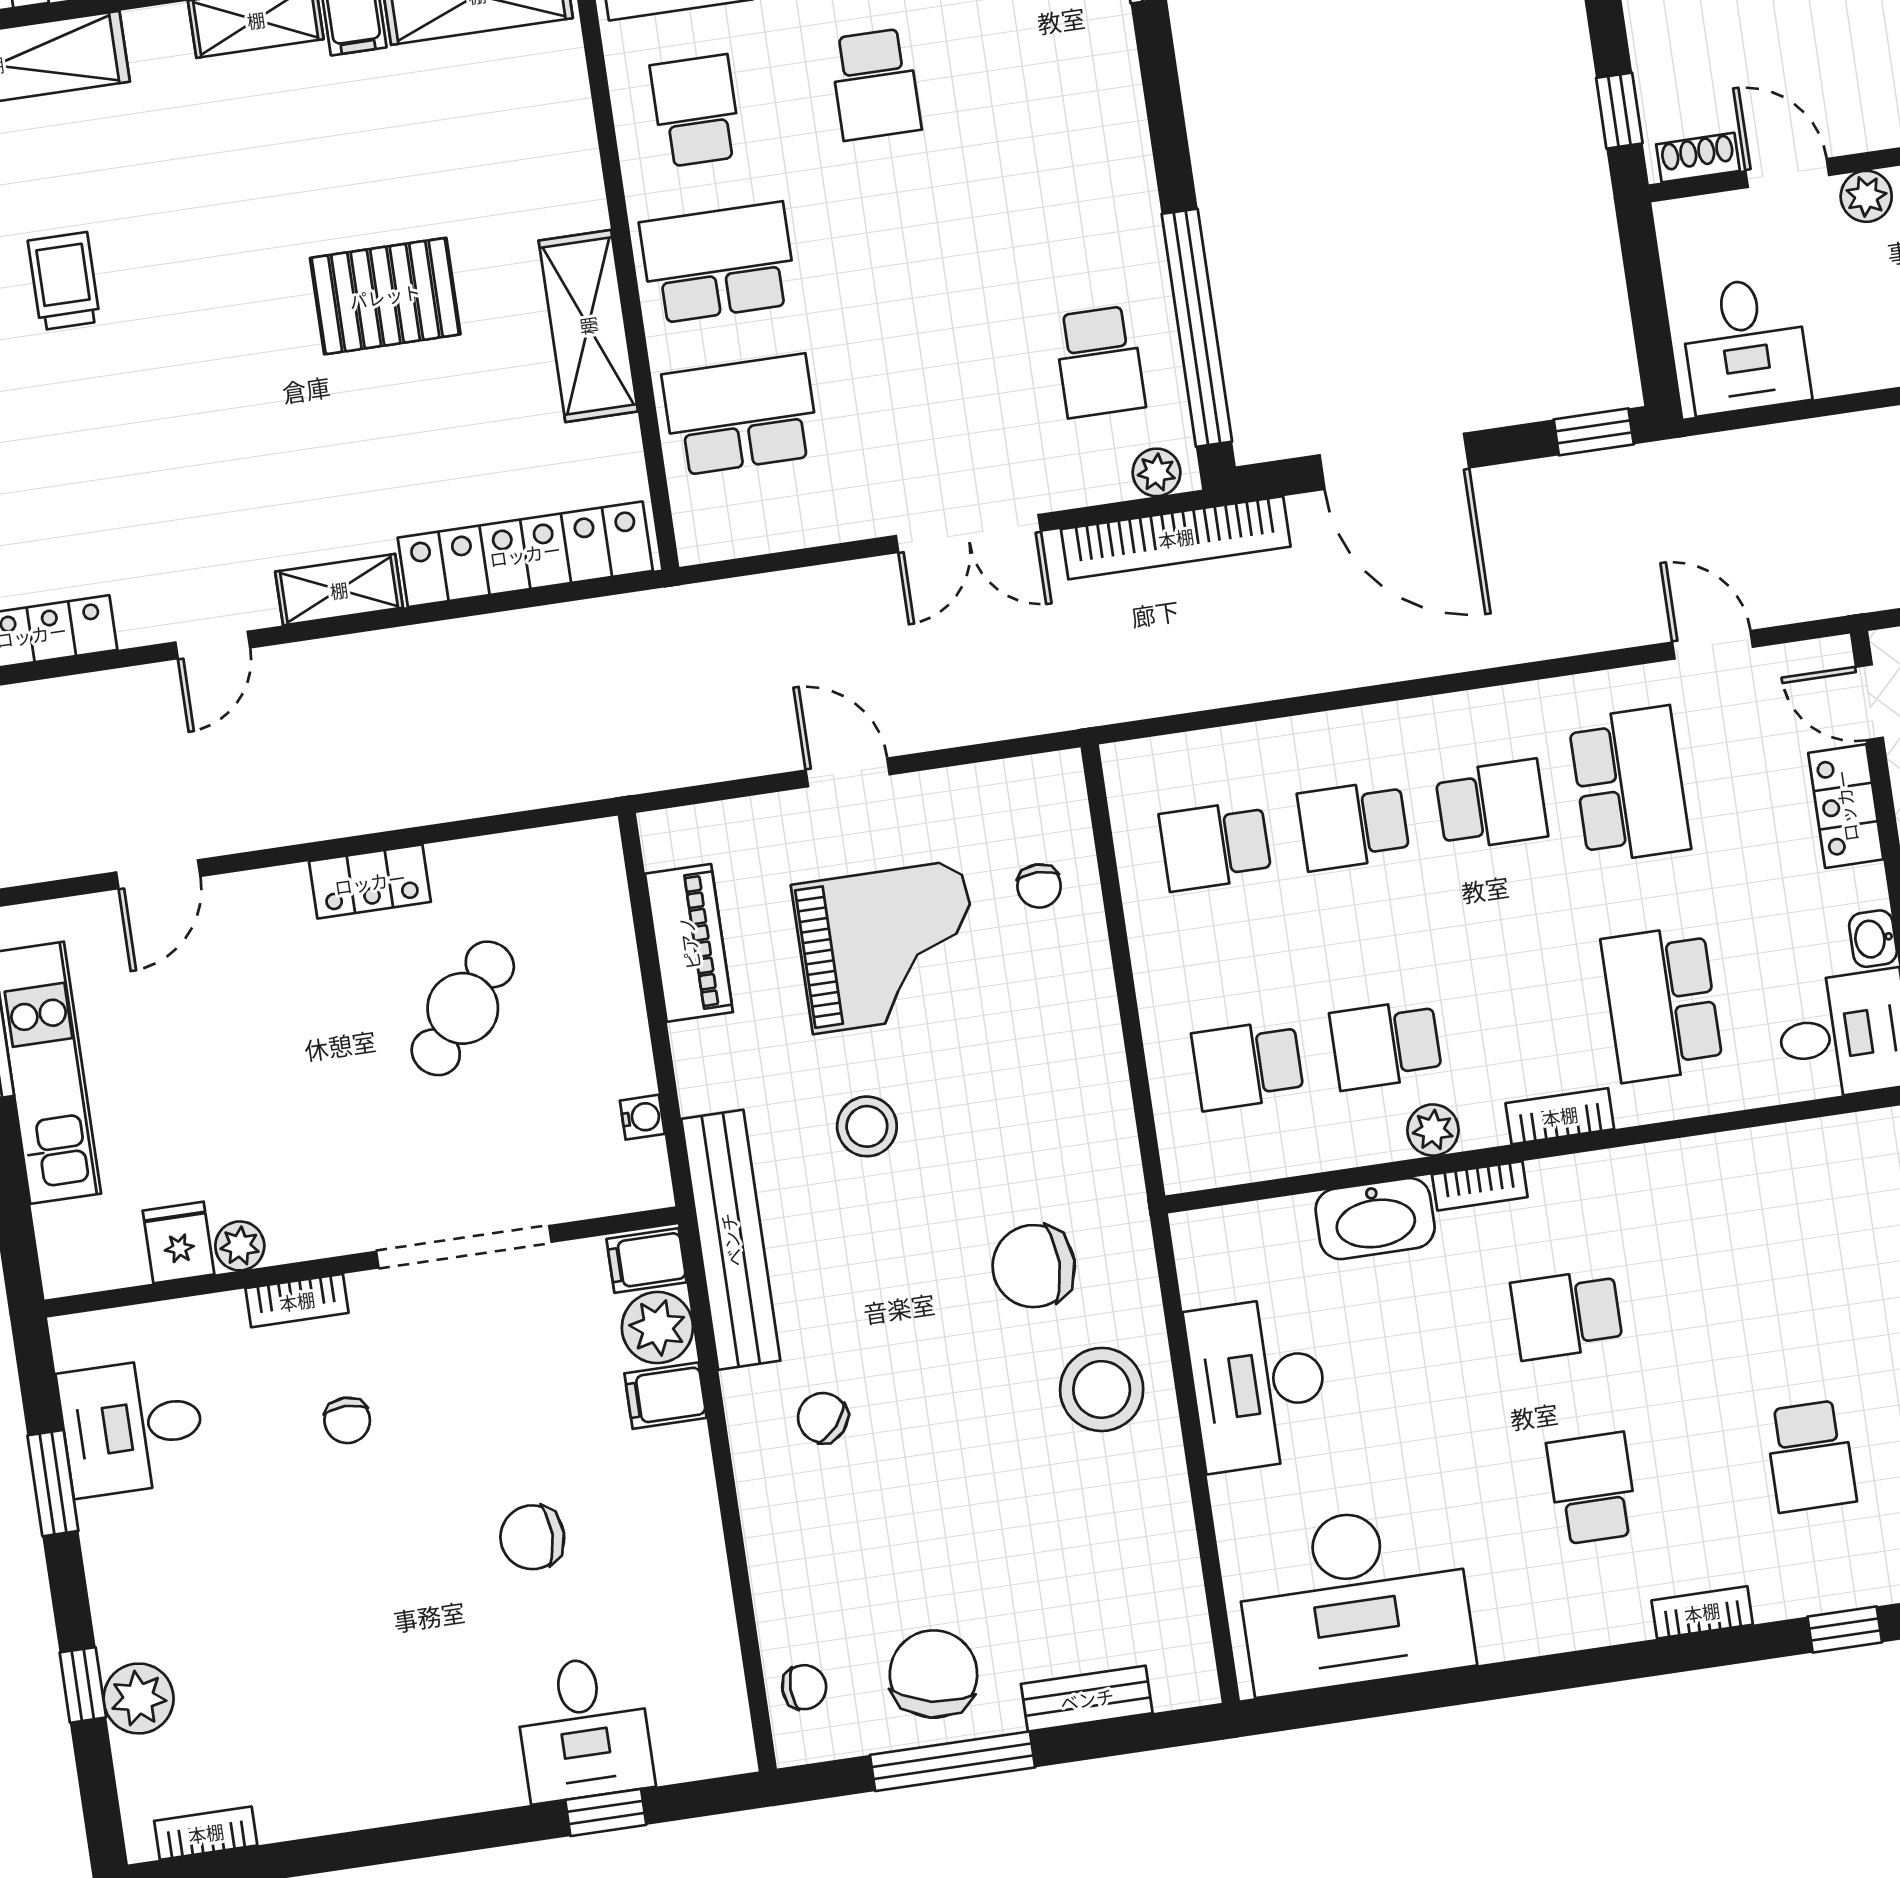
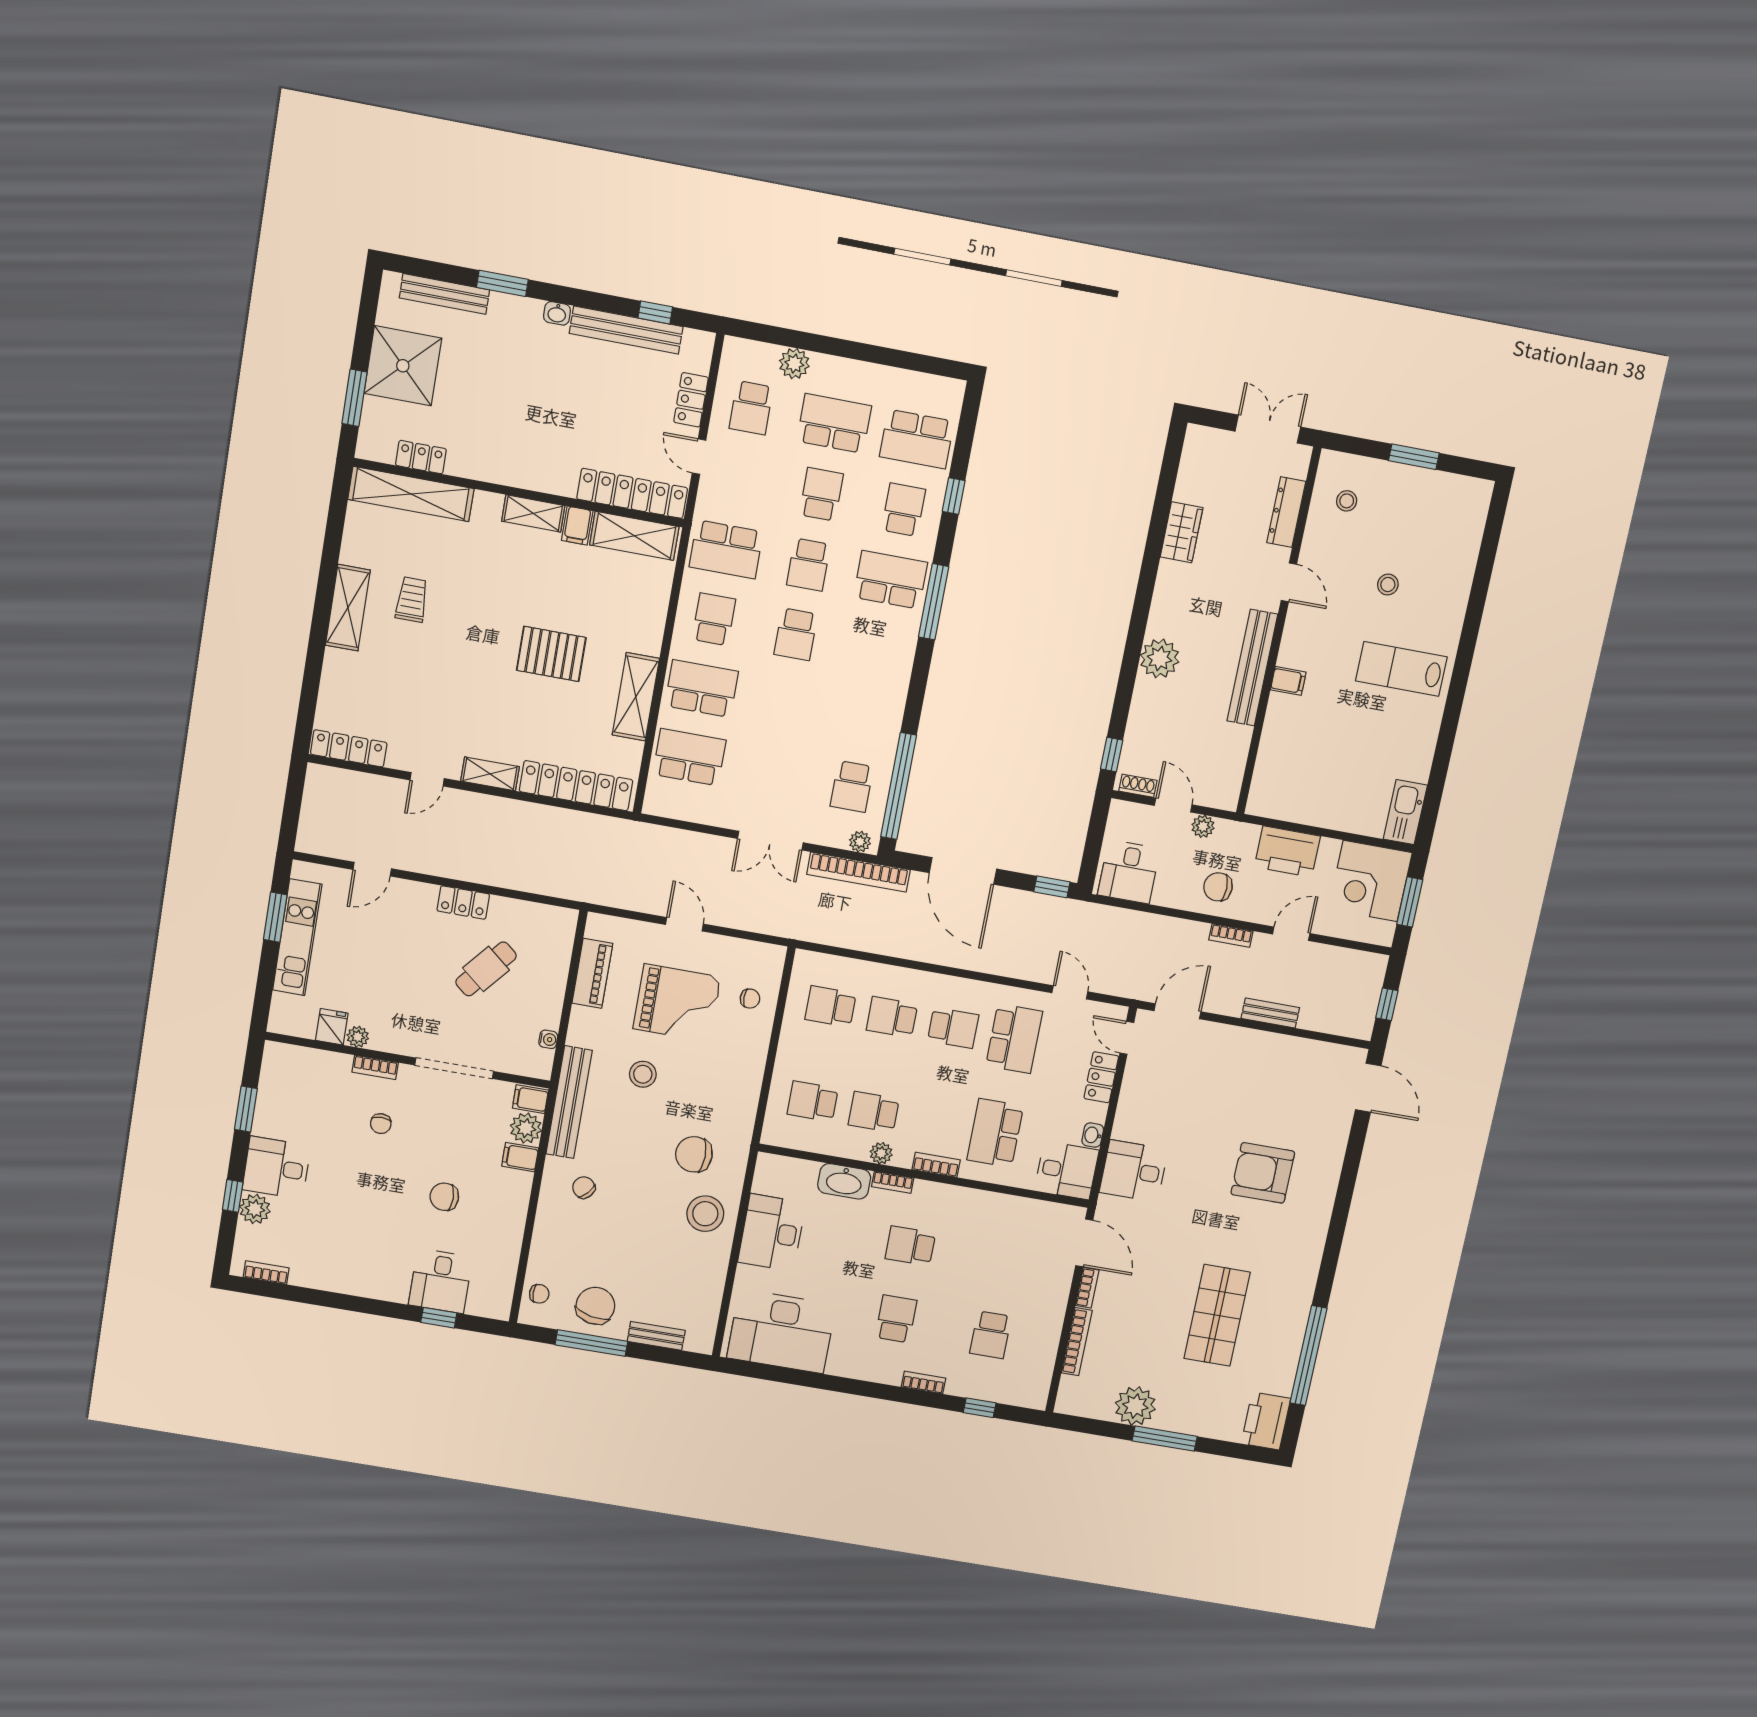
chair: (1039, 886) -> (750, 999), turned -90
desk: (132, 1427) -> (276, 1168), moved

